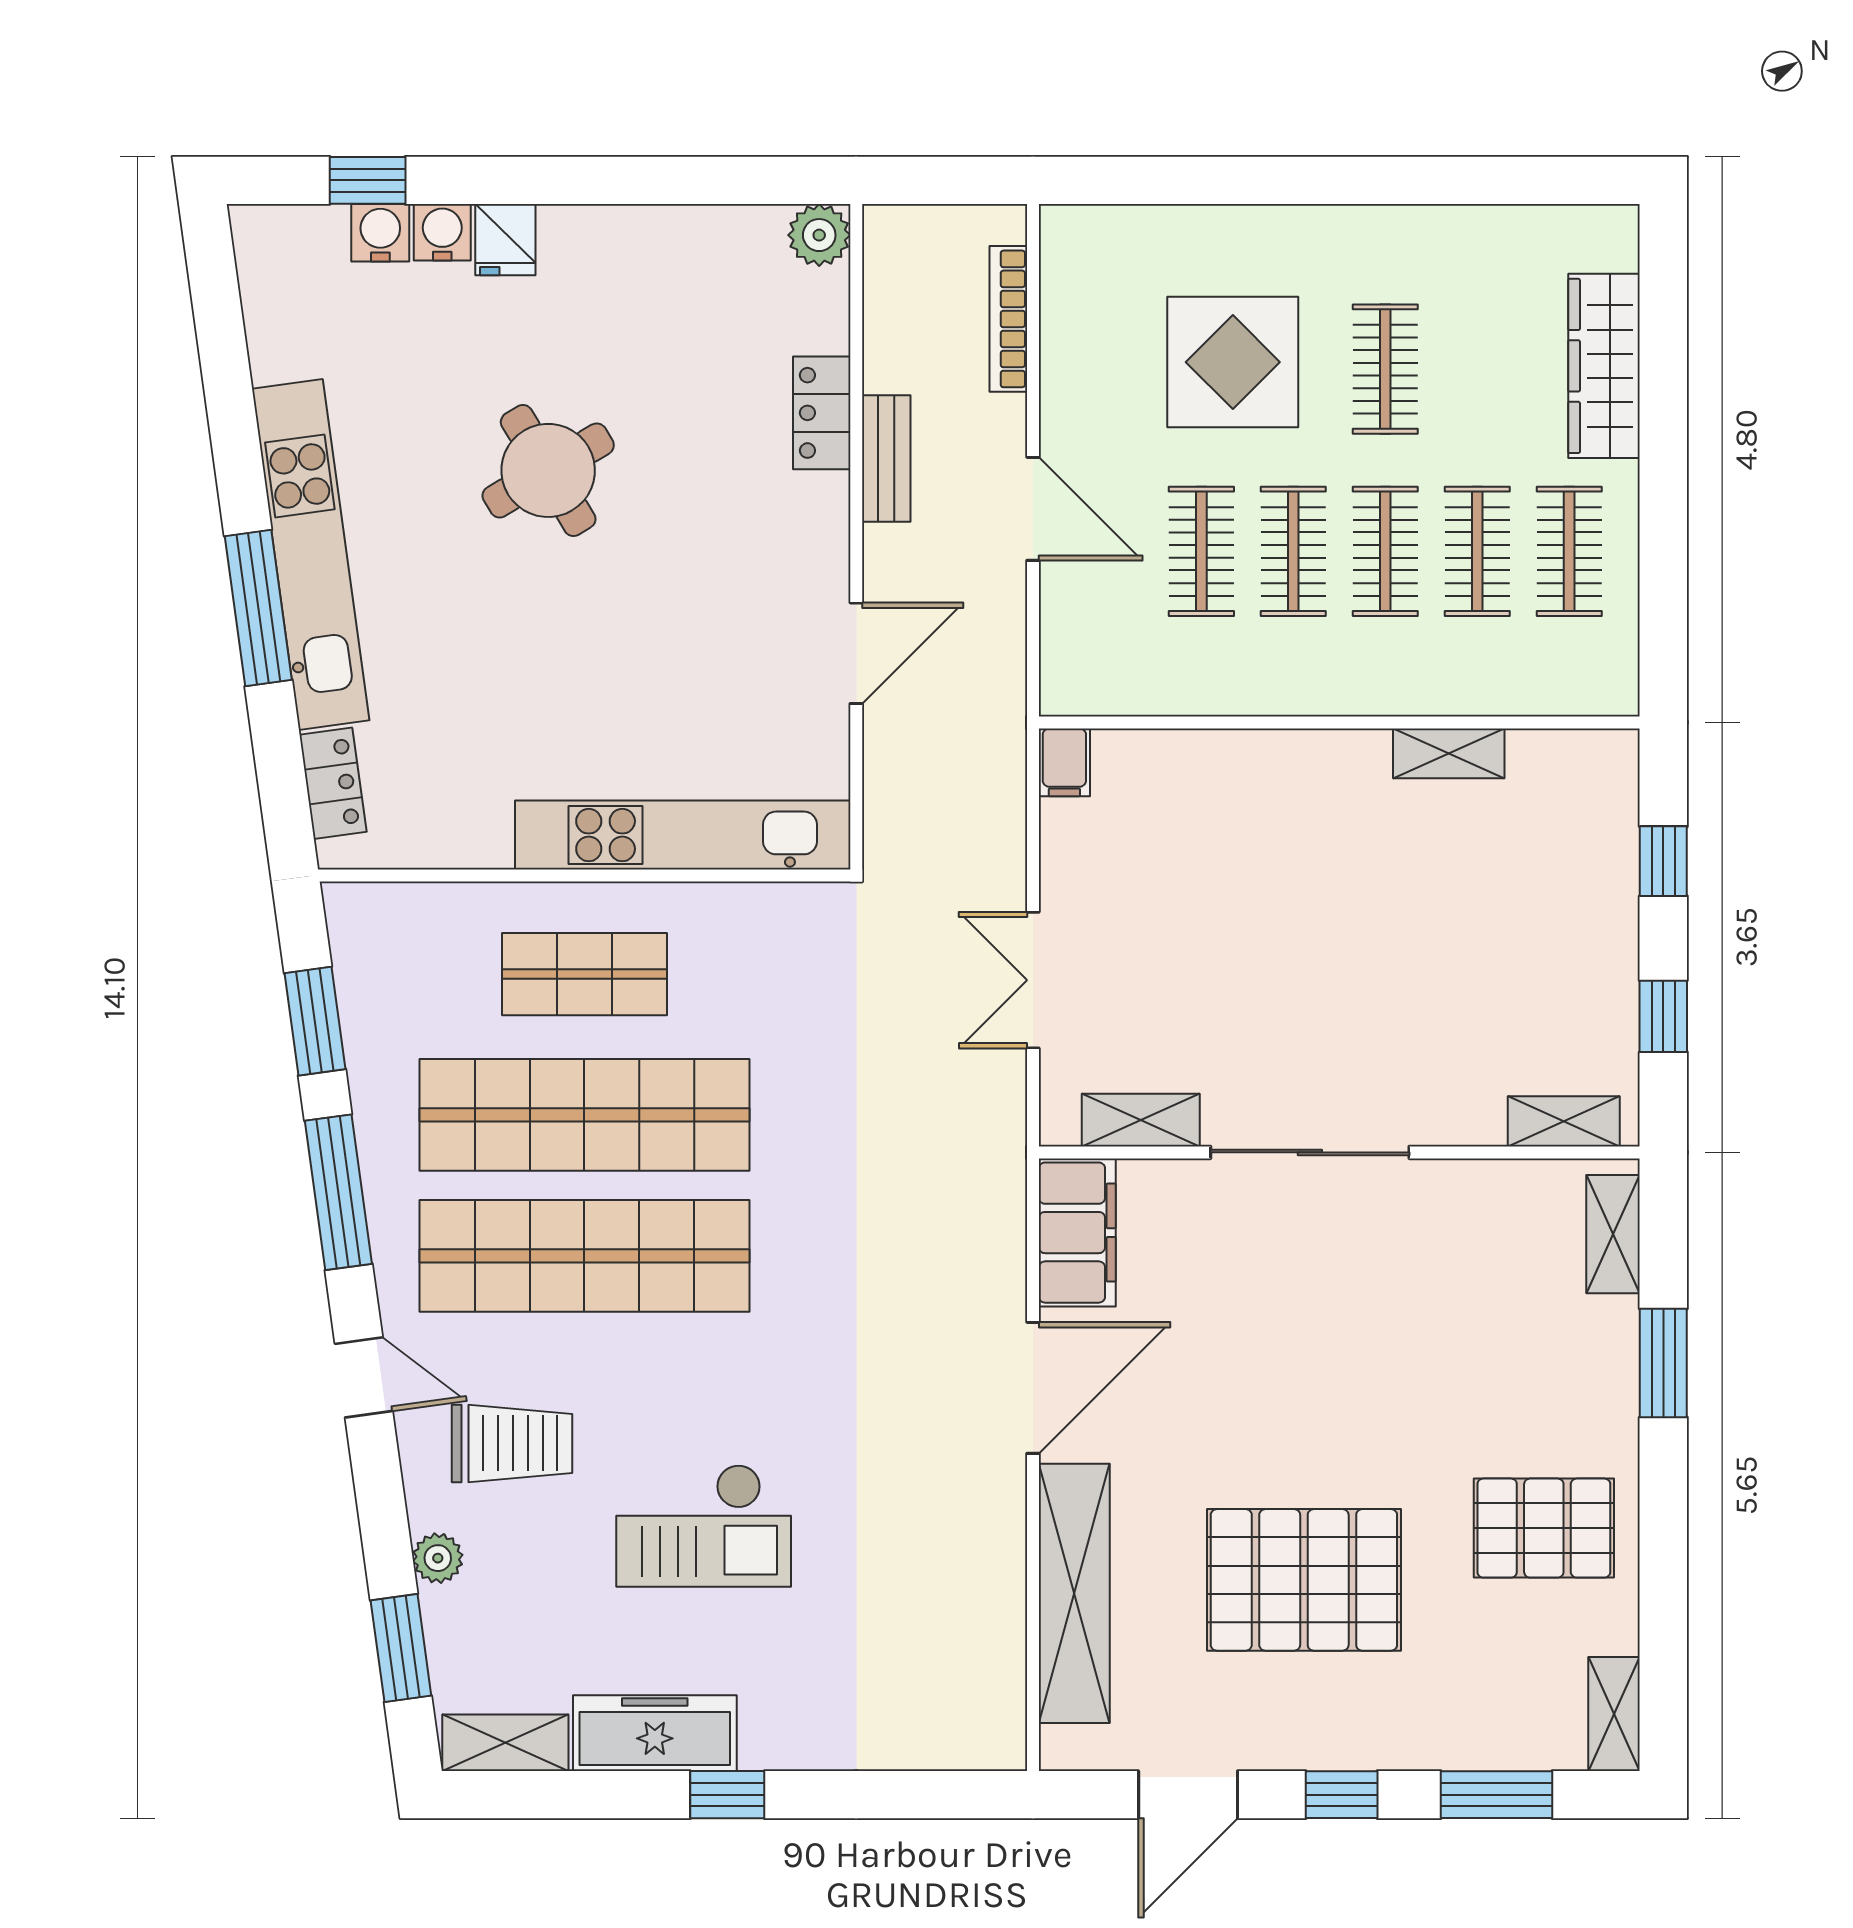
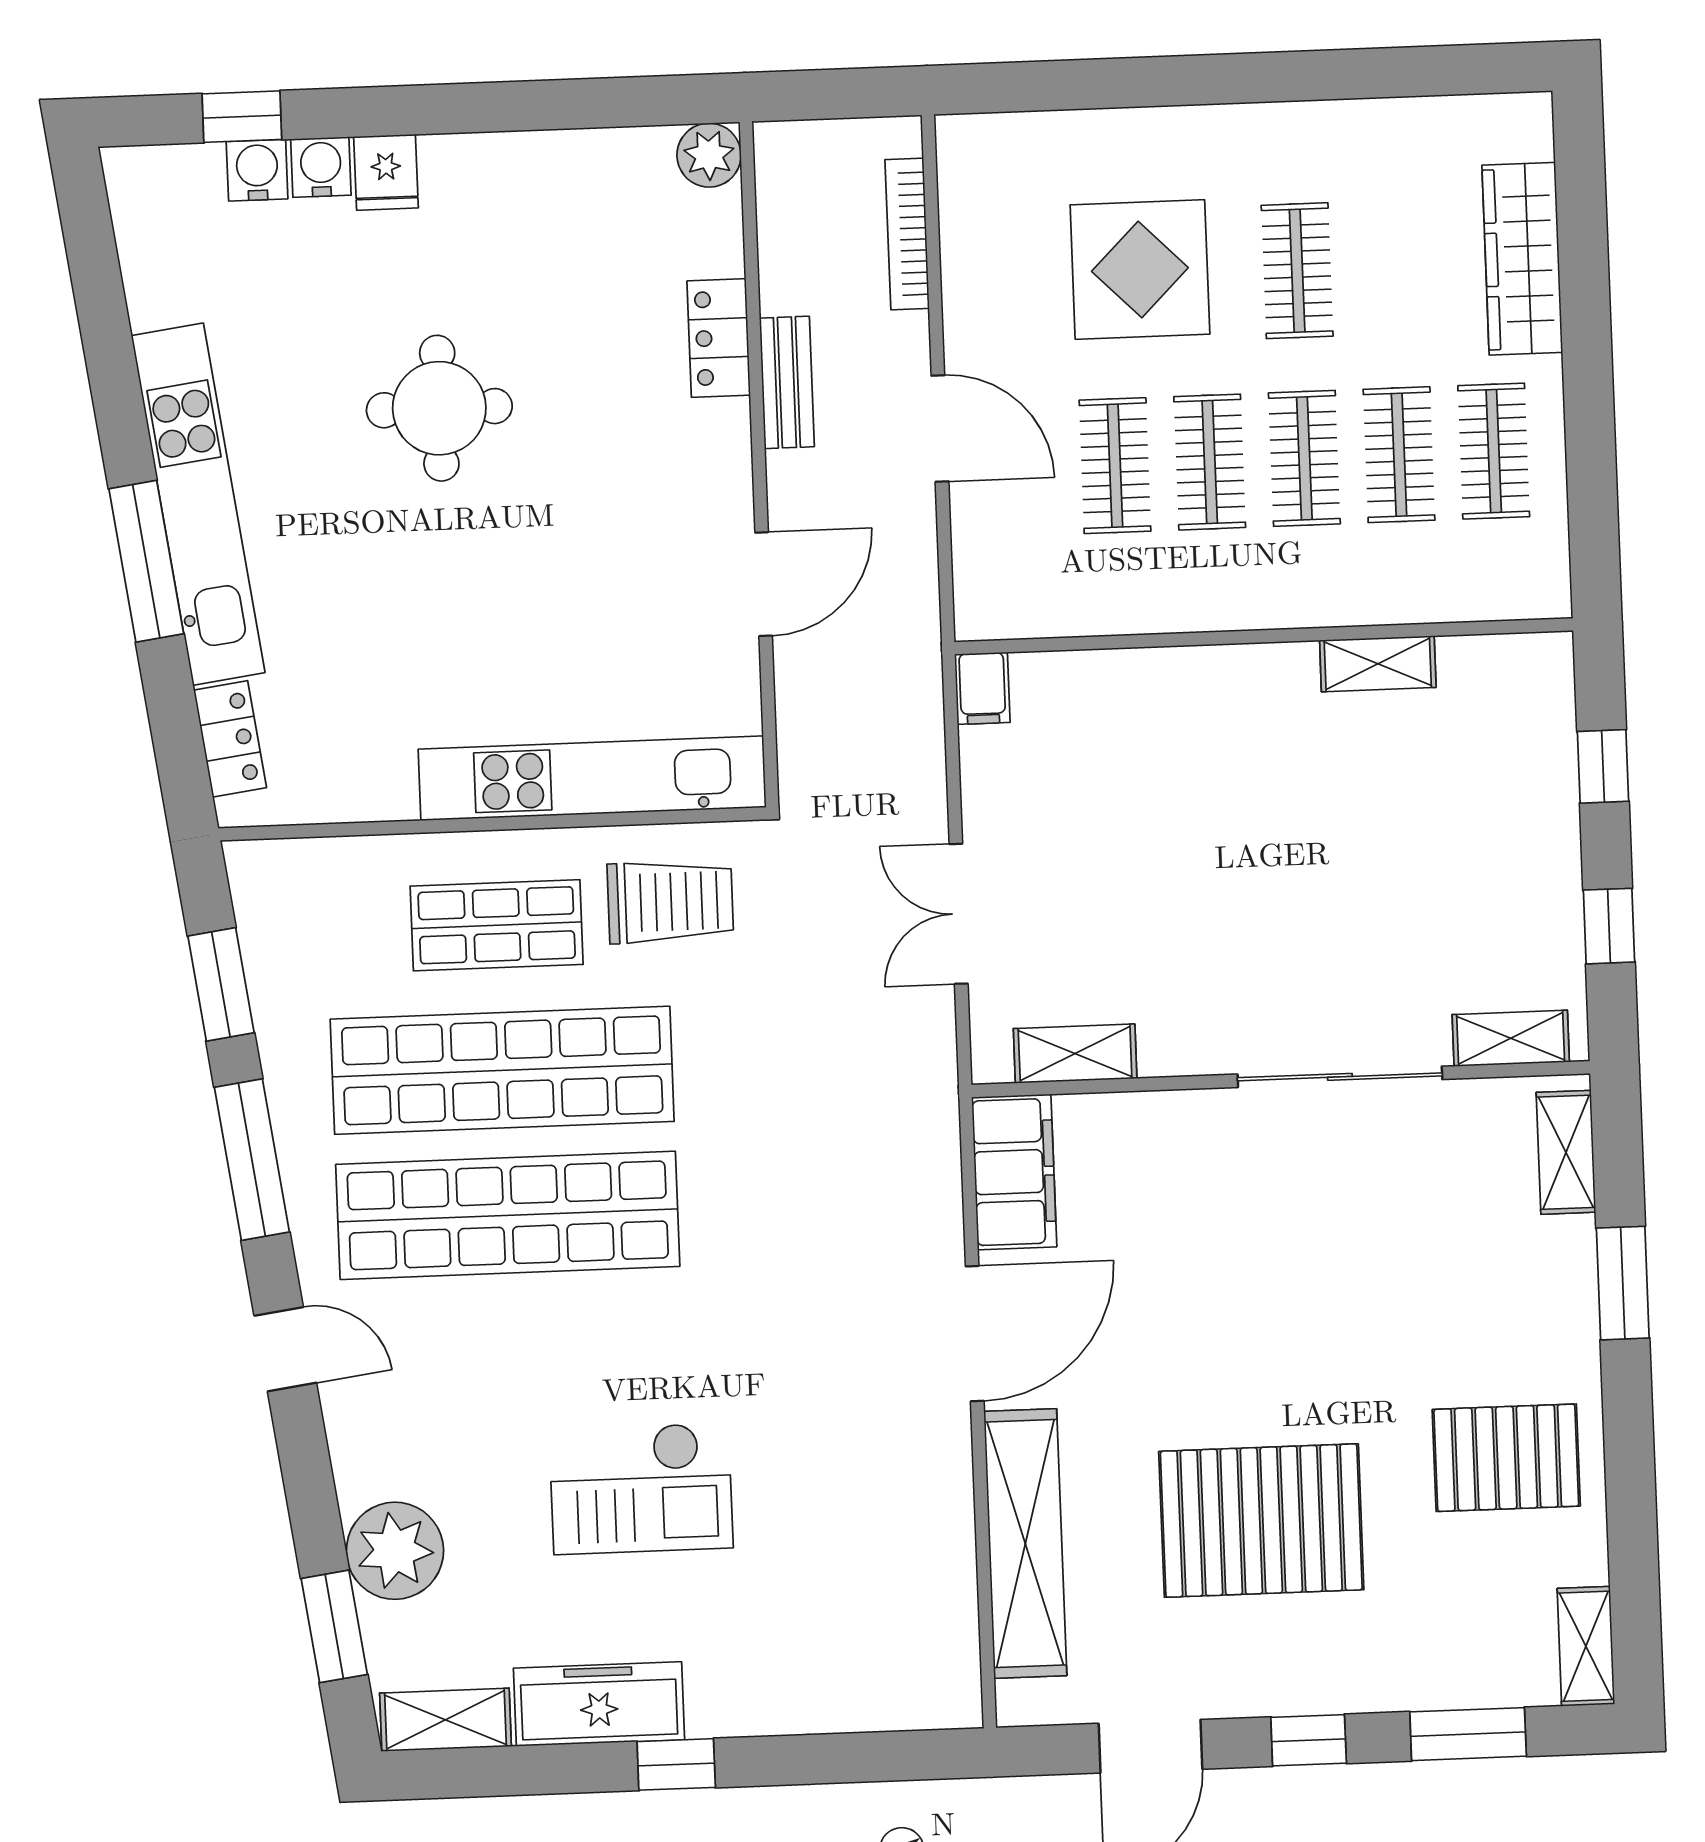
round table: (548, 470) -> (439, 408), turned 31
sliding door: (1310, 1152) -> (1340, 1077), moved
trolley: (512, 1443) -> (670, 902), moved
plant: (438, 1558) -> (395, 1551), width x1.87, depth x1.87

